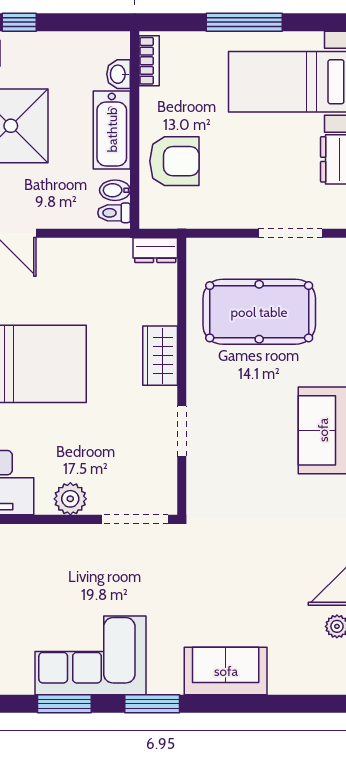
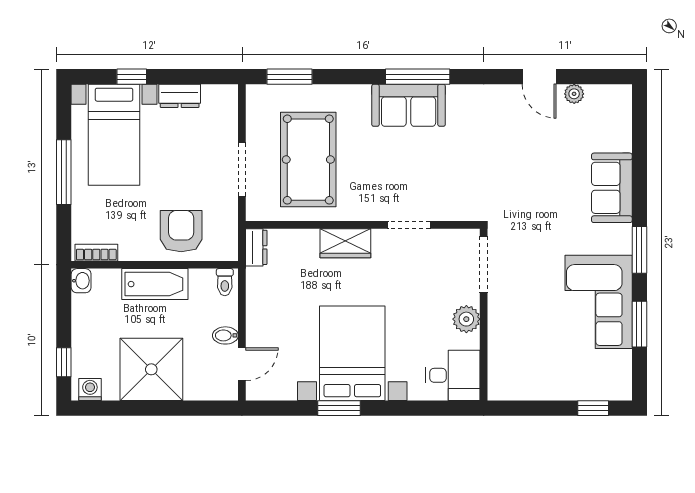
washbasin: (118, 74) -> (81, 281), moved, turned -90
bidet: (115, 190) -> (225, 335), moved, turned 90
doorway: (290, 233) -> (242, 169), moved

